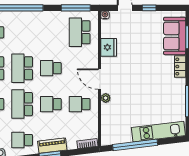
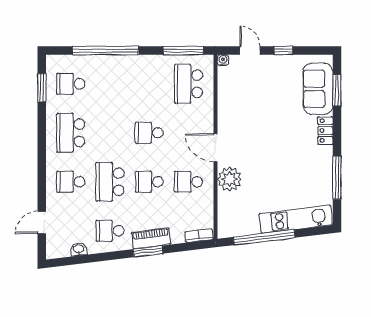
fridge: (109, 47) -> (228, 104), removed
school desk: (22, 68) -> (110, 133), removed
plant: (106, 98) -> (230, 179), width x1.88, depth x1.88

